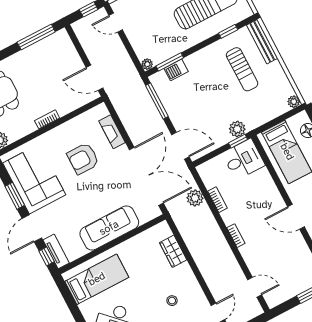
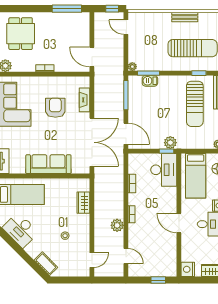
sun lounger: (242, 69) -> (195, 104), width x1.36, depth x1.34
armchair: (83, 159) -> (55, 108), turned 90
desk: (244, 159) -> (164, 170), width x1.37
plant: (195, 198) -> (117, 225), moved

